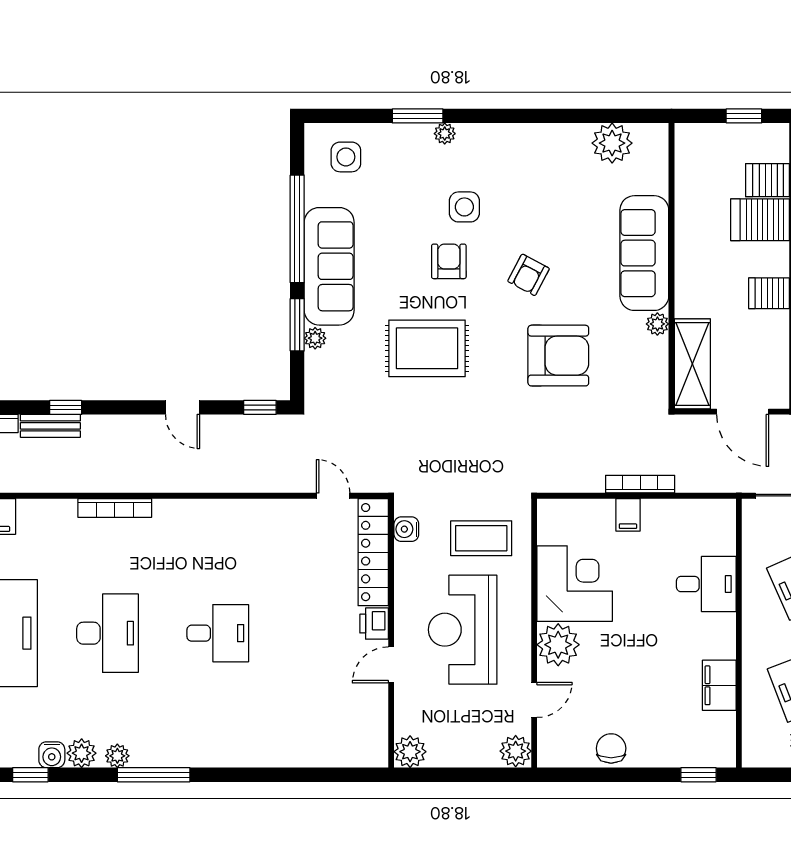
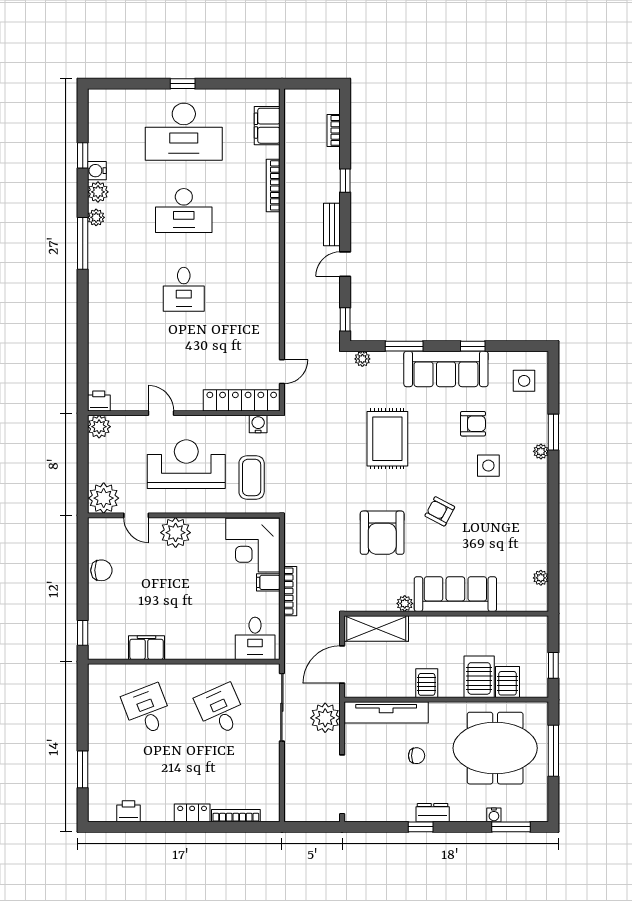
plant: (612, 143) -> (541, 578), width x0.53, depth x0.53
window: (297, 229) -> (473, 346), width x0.32
armchair: (449, 261) -> (473, 424), moved
plant: (315, 338) -> (362, 359), moved
bench: (50, 426) -> (332, 225), moved
bookcase: (115, 508) -> (273, 185), moved
corner desk: (575, 584) -> (253, 545), moved, turned 90
desk: (706, 584) -> (255, 638), moved
printer: (374, 624) -> (99, 401), moved
plant: (516, 751) -> (104, 498), width x1.36, depth x1.36

